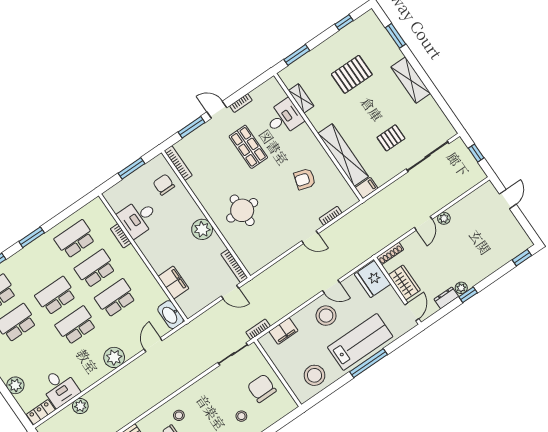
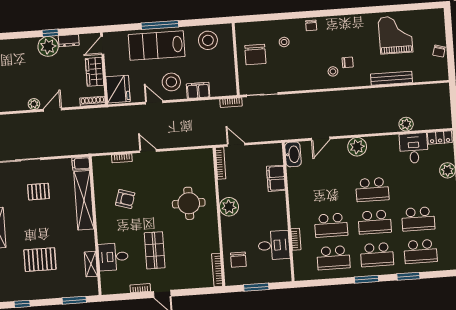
window: (191, 127) -> (190, 292), removed
plant: (461, 288) -> (48, 46), width x1.87, depth x1.87
school desk: (115, 298) -> (377, 255), moved
filing cabinet: (283, 331) -> (198, 90), moved

